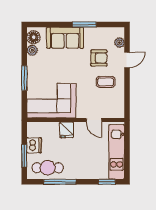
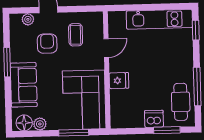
corner sofa: (51, 101) -> (84, 100), moved
wall: (76, 120) -> (107, 70), moved
door: (94, 120) -> (106, 48), moved
fridge: (67, 130) -> (119, 81), moved

